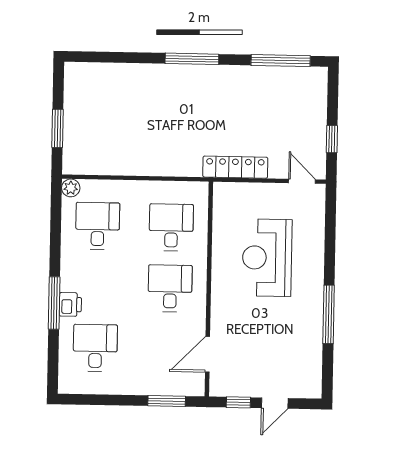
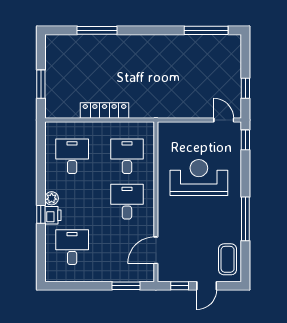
window: (192, 59) -> (97, 30), moved
locker: (235, 167) -> (104, 110), moved
plant: (71, 188) -> (52, 198), moved
window: (331, 208) -> (245, 140), added
reception desk: (267, 258) -> (199, 177), turned 90
window: (54, 303) -> (41, 214), width x0.46
coffee table: (303, 368) -> (228, 259), added

